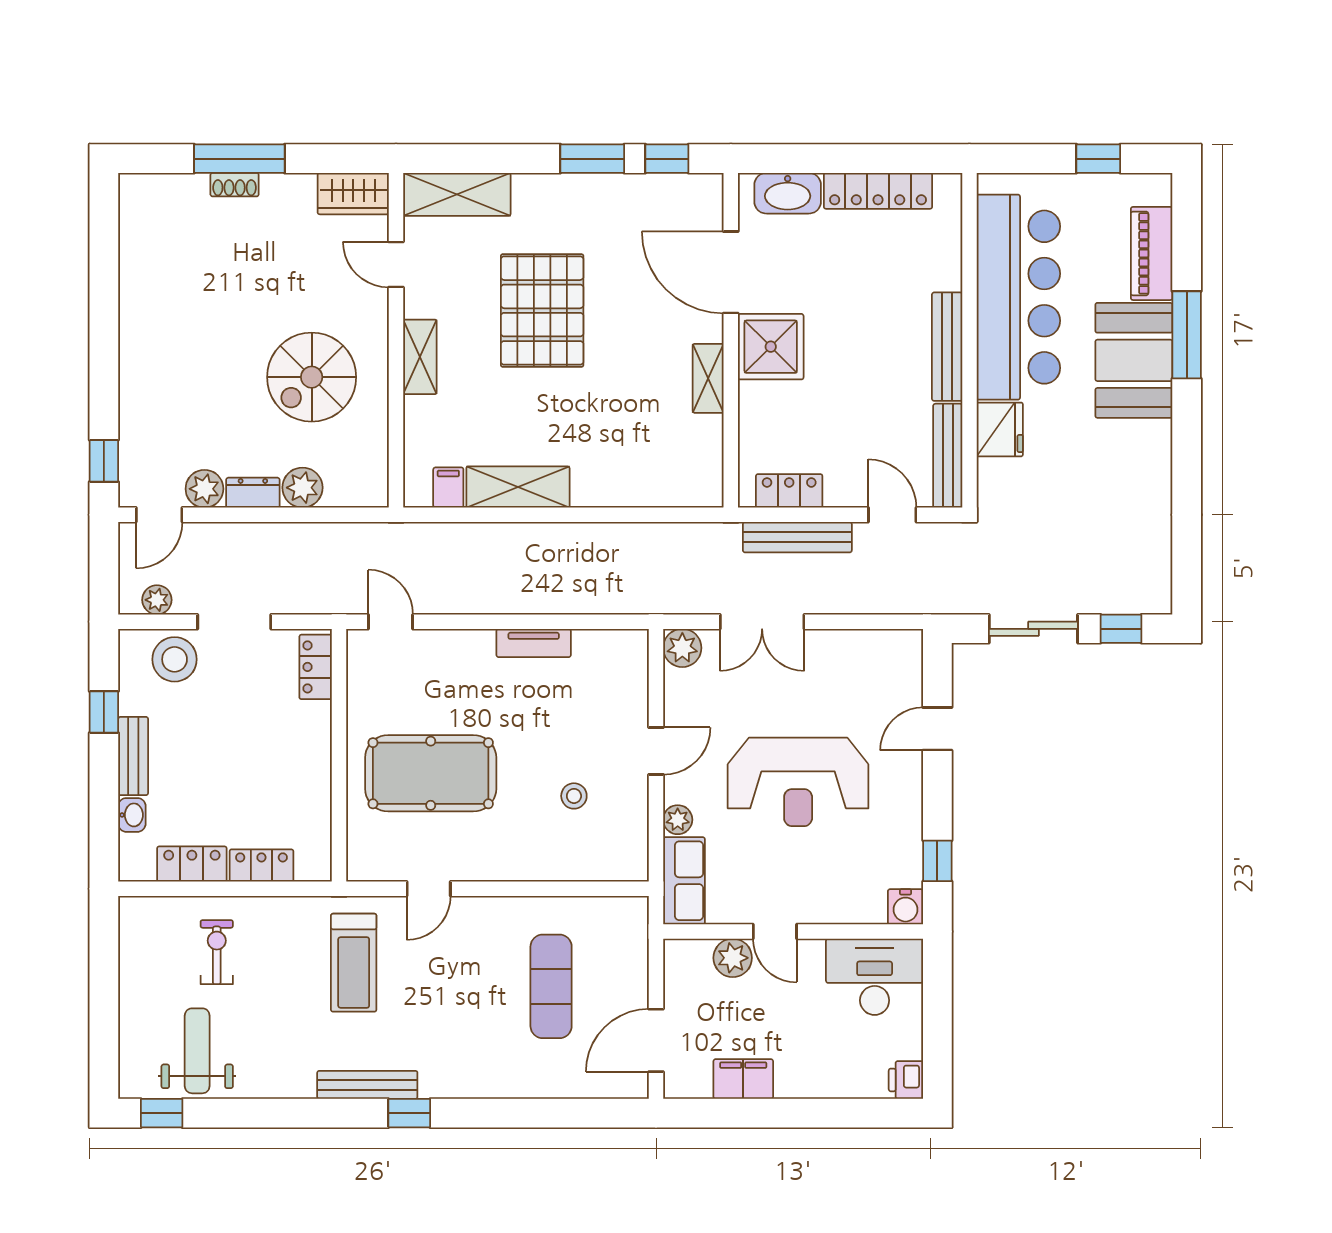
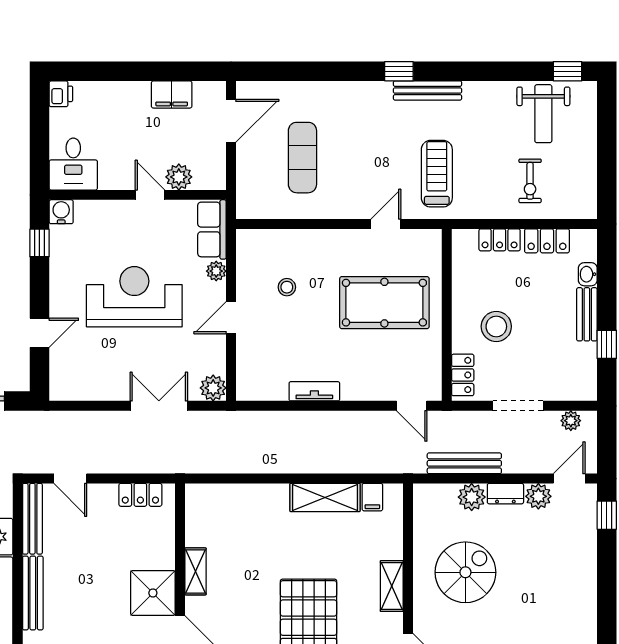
bench: (797, 537) -> (464, 463), moved
stool: (175, 659) -> (496, 326), moved
desk: (875, 977) -> (73, 164), width x0.73

